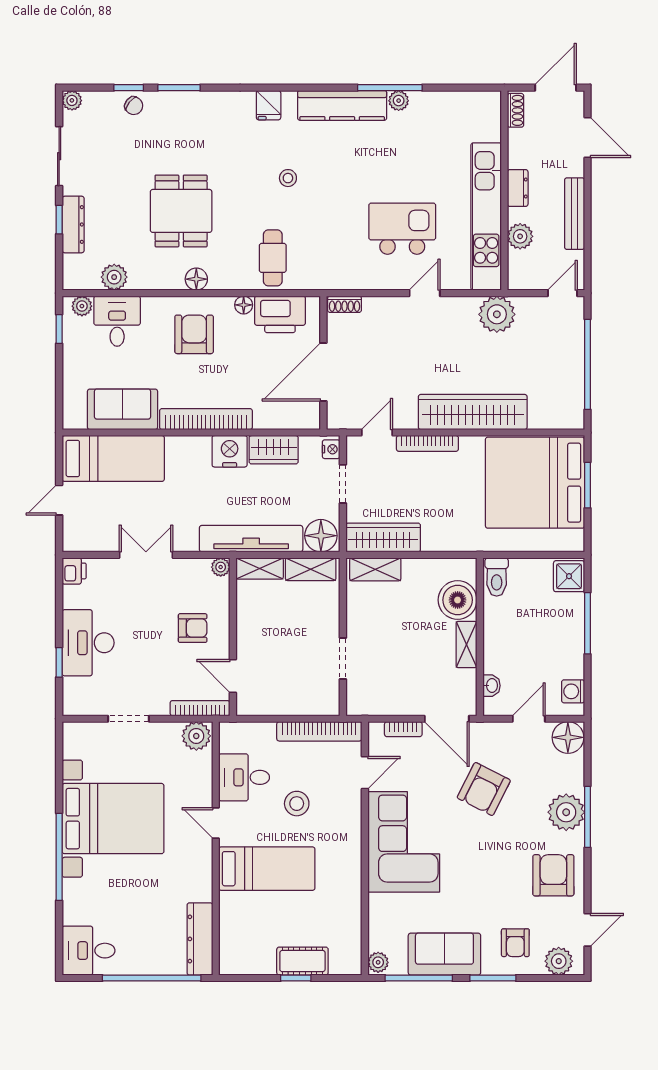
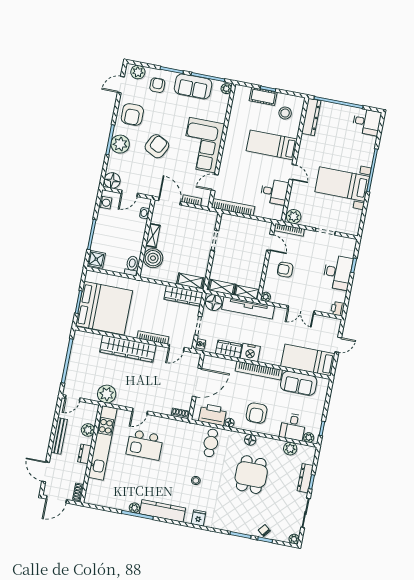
armchair: (484, 789) -> (157, 146), moved
stool: (297, 804) -> (285, 113), moved
bed with nightstands: (113, 819) -> (342, 184), width x0.73

